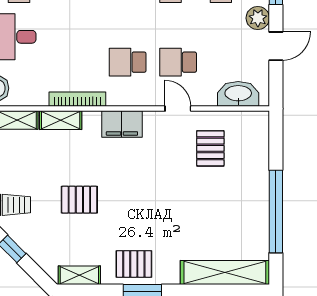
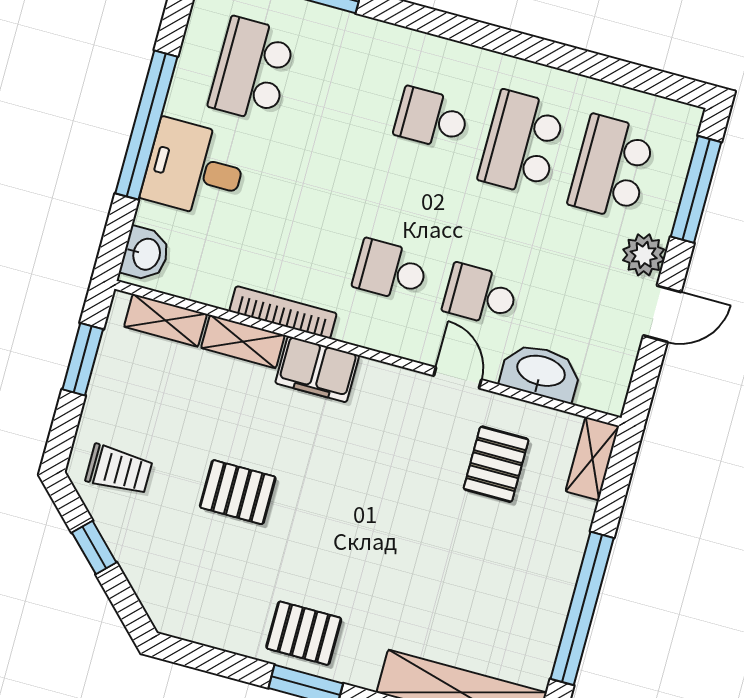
washbasin: (238, 94) -> (541, 372), moved
filing cabinet: (122, 124) -> (317, 369), moved
shelving: (79, 275) -> (592, 459), moved, turned 90

